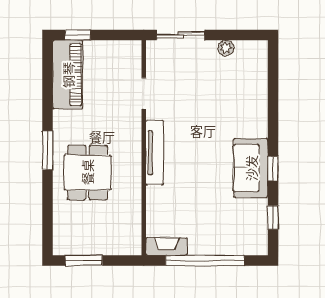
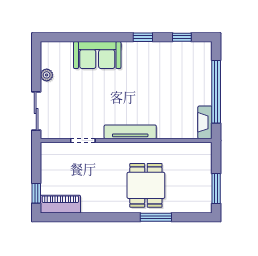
piano: (68, 75) -> (60, 204), width x0.73, depth x0.75
window: (48, 150) -> (156, 217), moved
sofa: (251, 168) -> (97, 55), moved
dining table: (87, 172) -> (146, 185), turned 90

